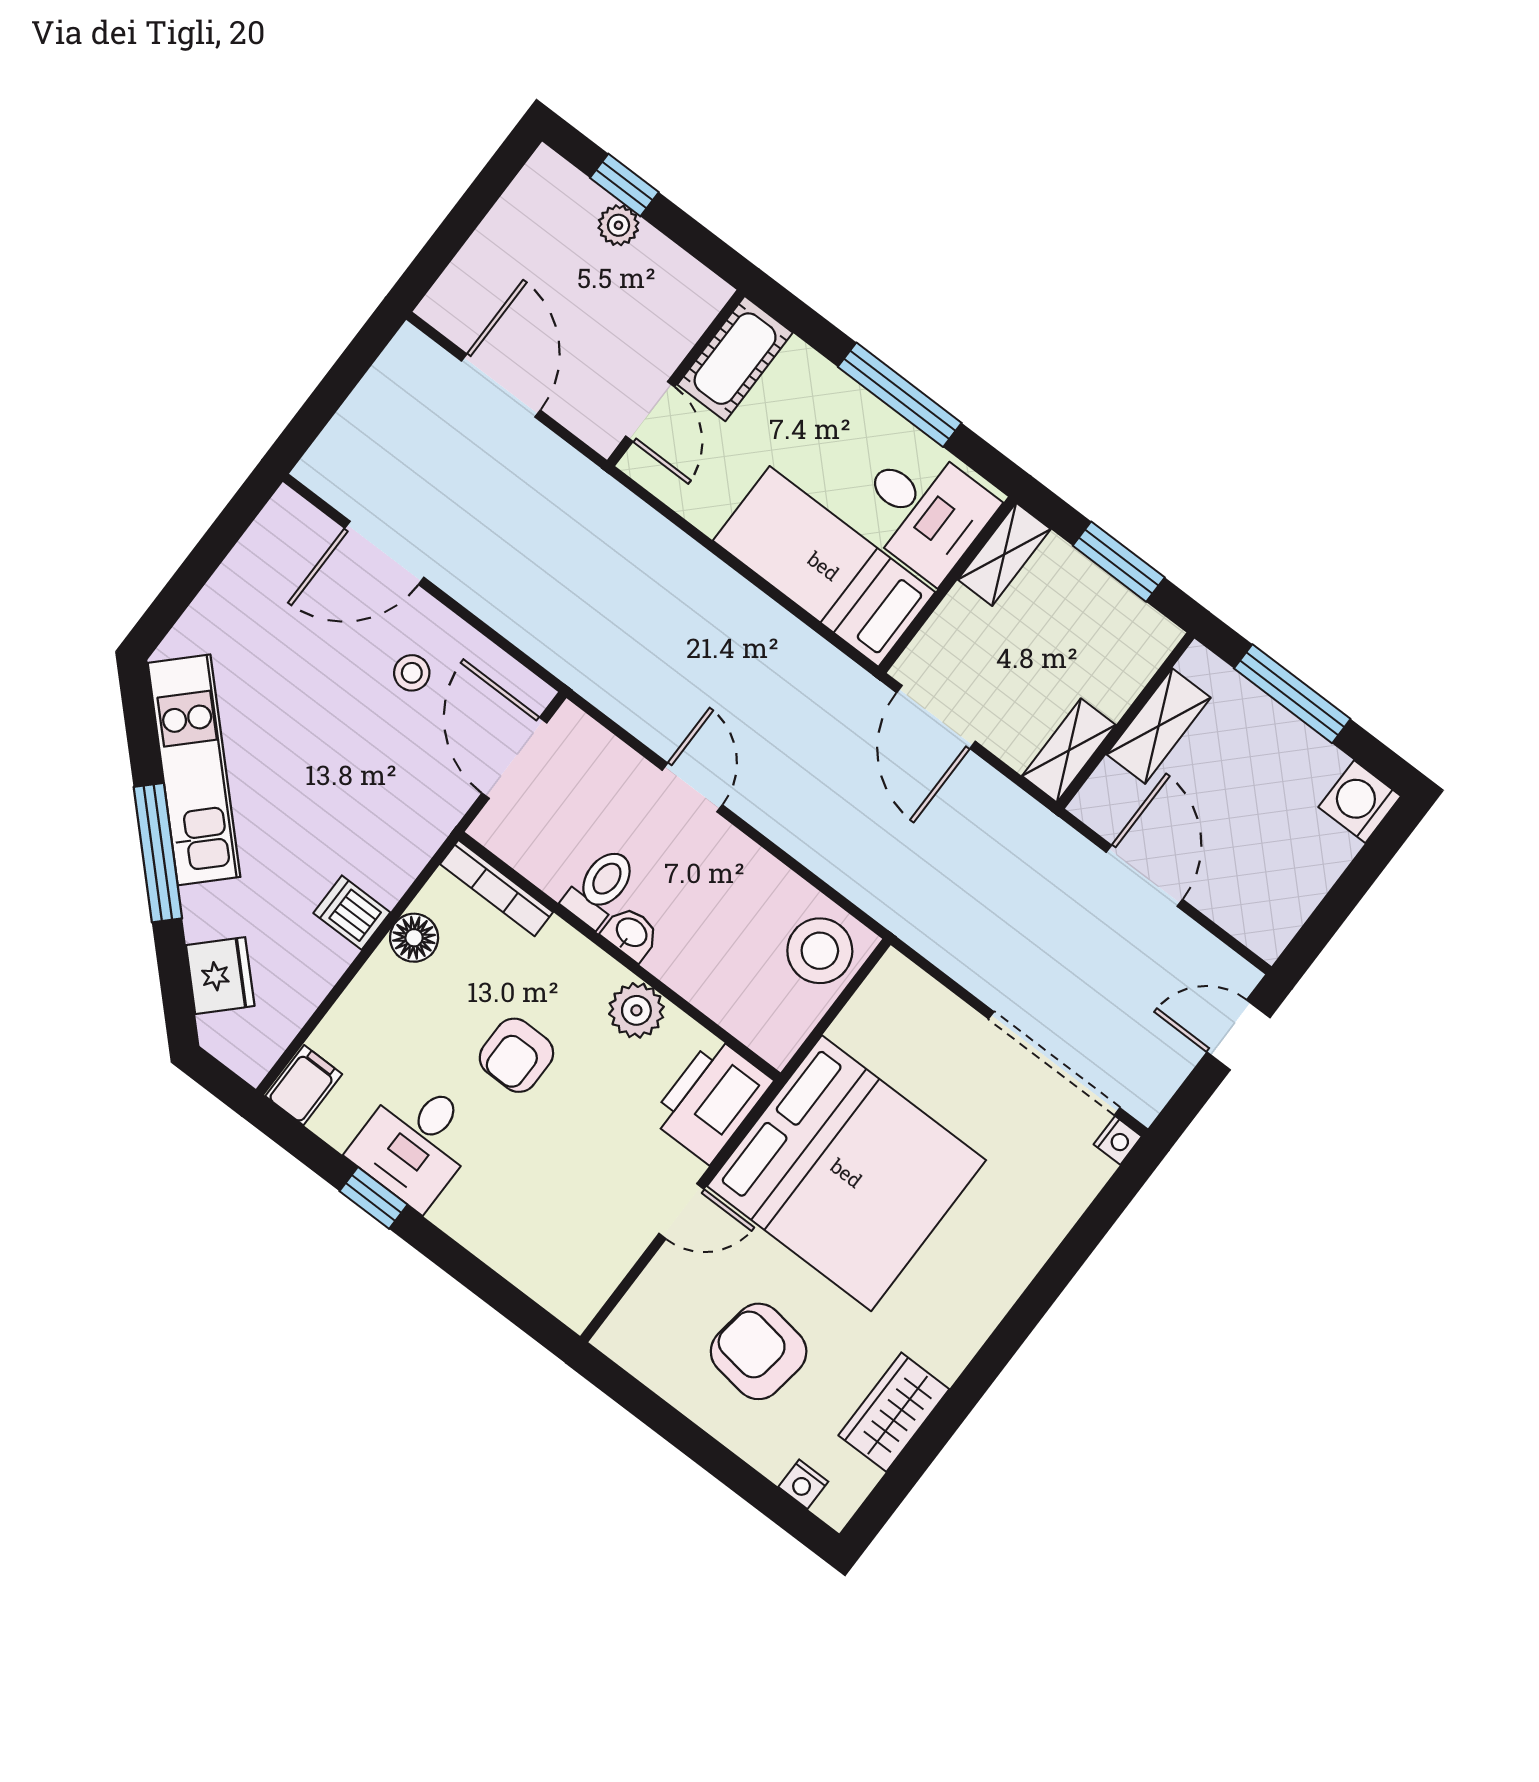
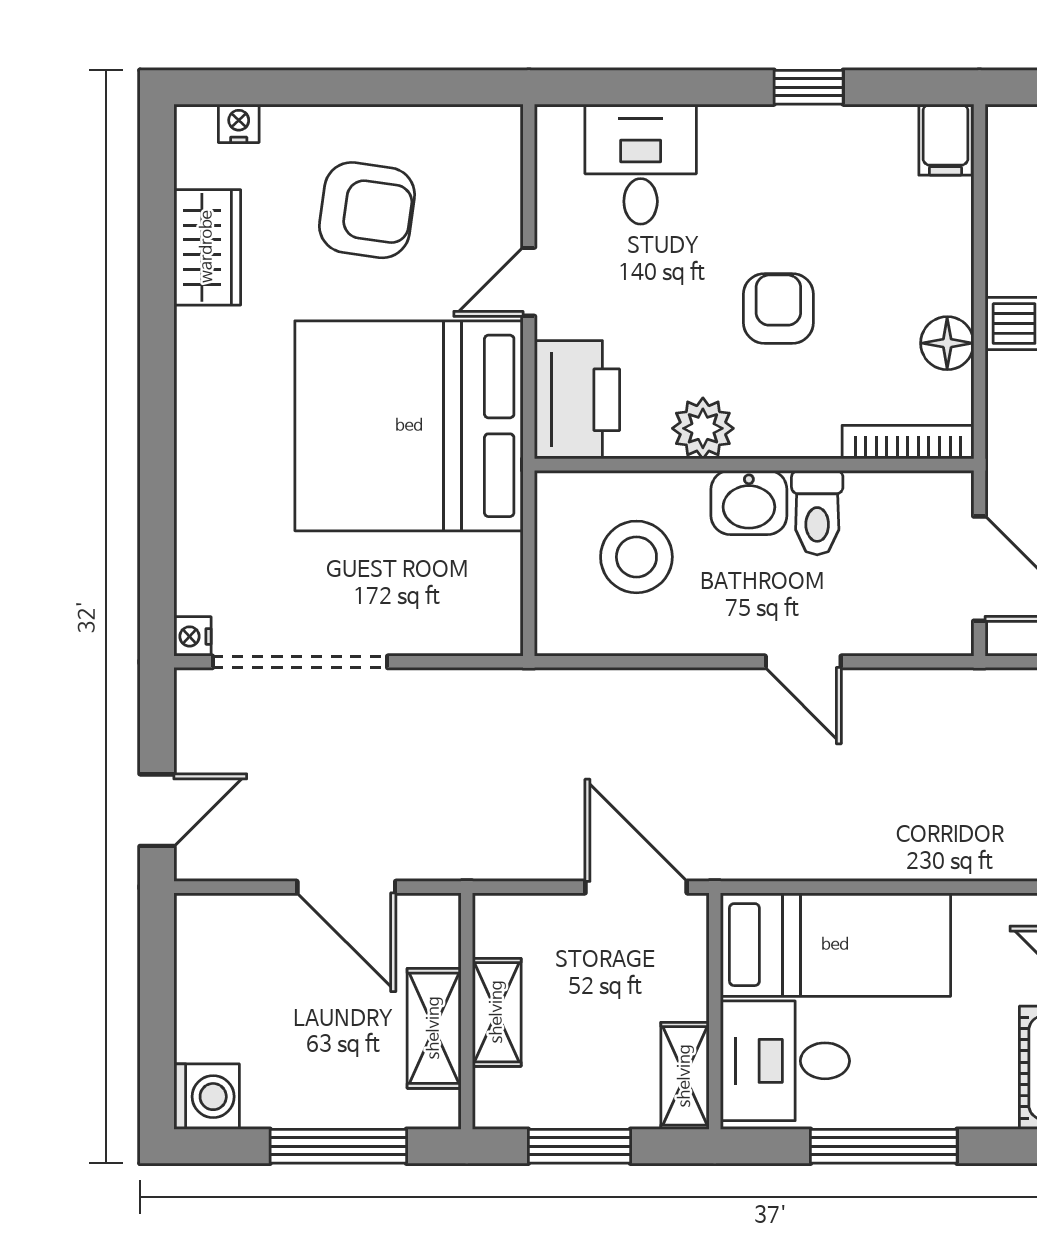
shelving: (1069, 750) -> (497, 1012), moved
washbasin: (631, 933) -> (749, 502), width x1.38, depth x1.45
stool: (820, 951) -> (636, 557), moved
desk: (416, 1142) -> (641, 164), moved

